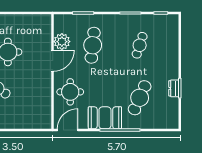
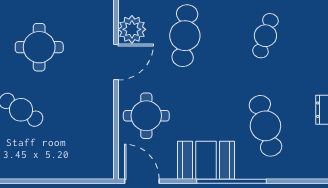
cafe table: (140, 98) -> (265, 126), turned -39
door: (68, 130) -> (142, 181), hinge flipped

